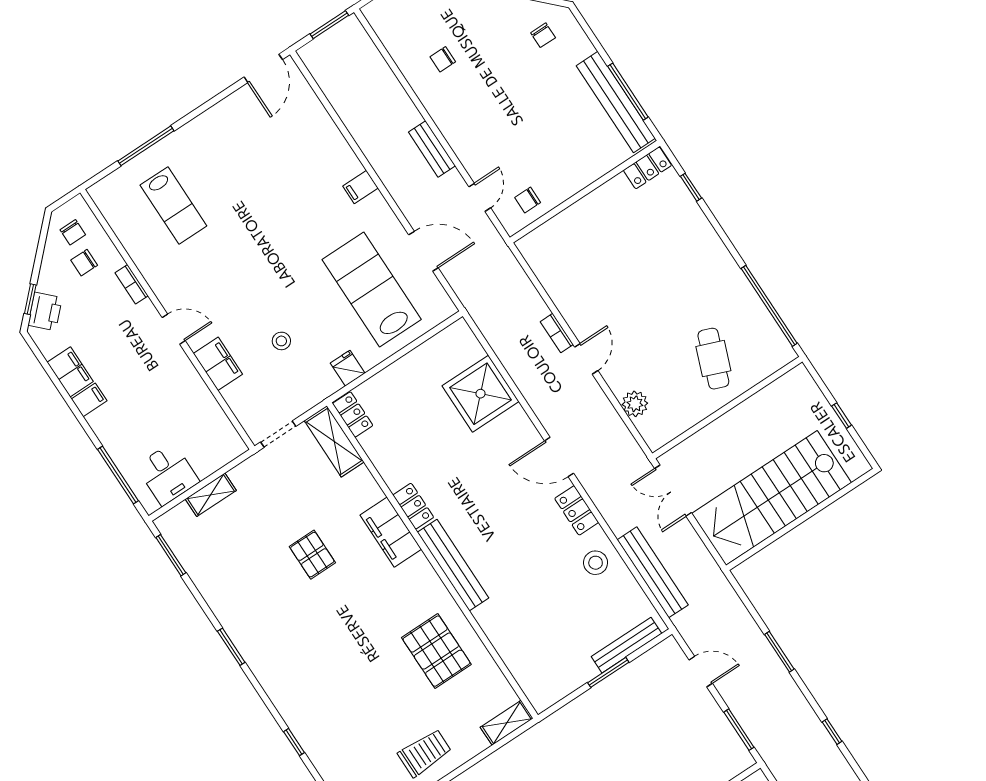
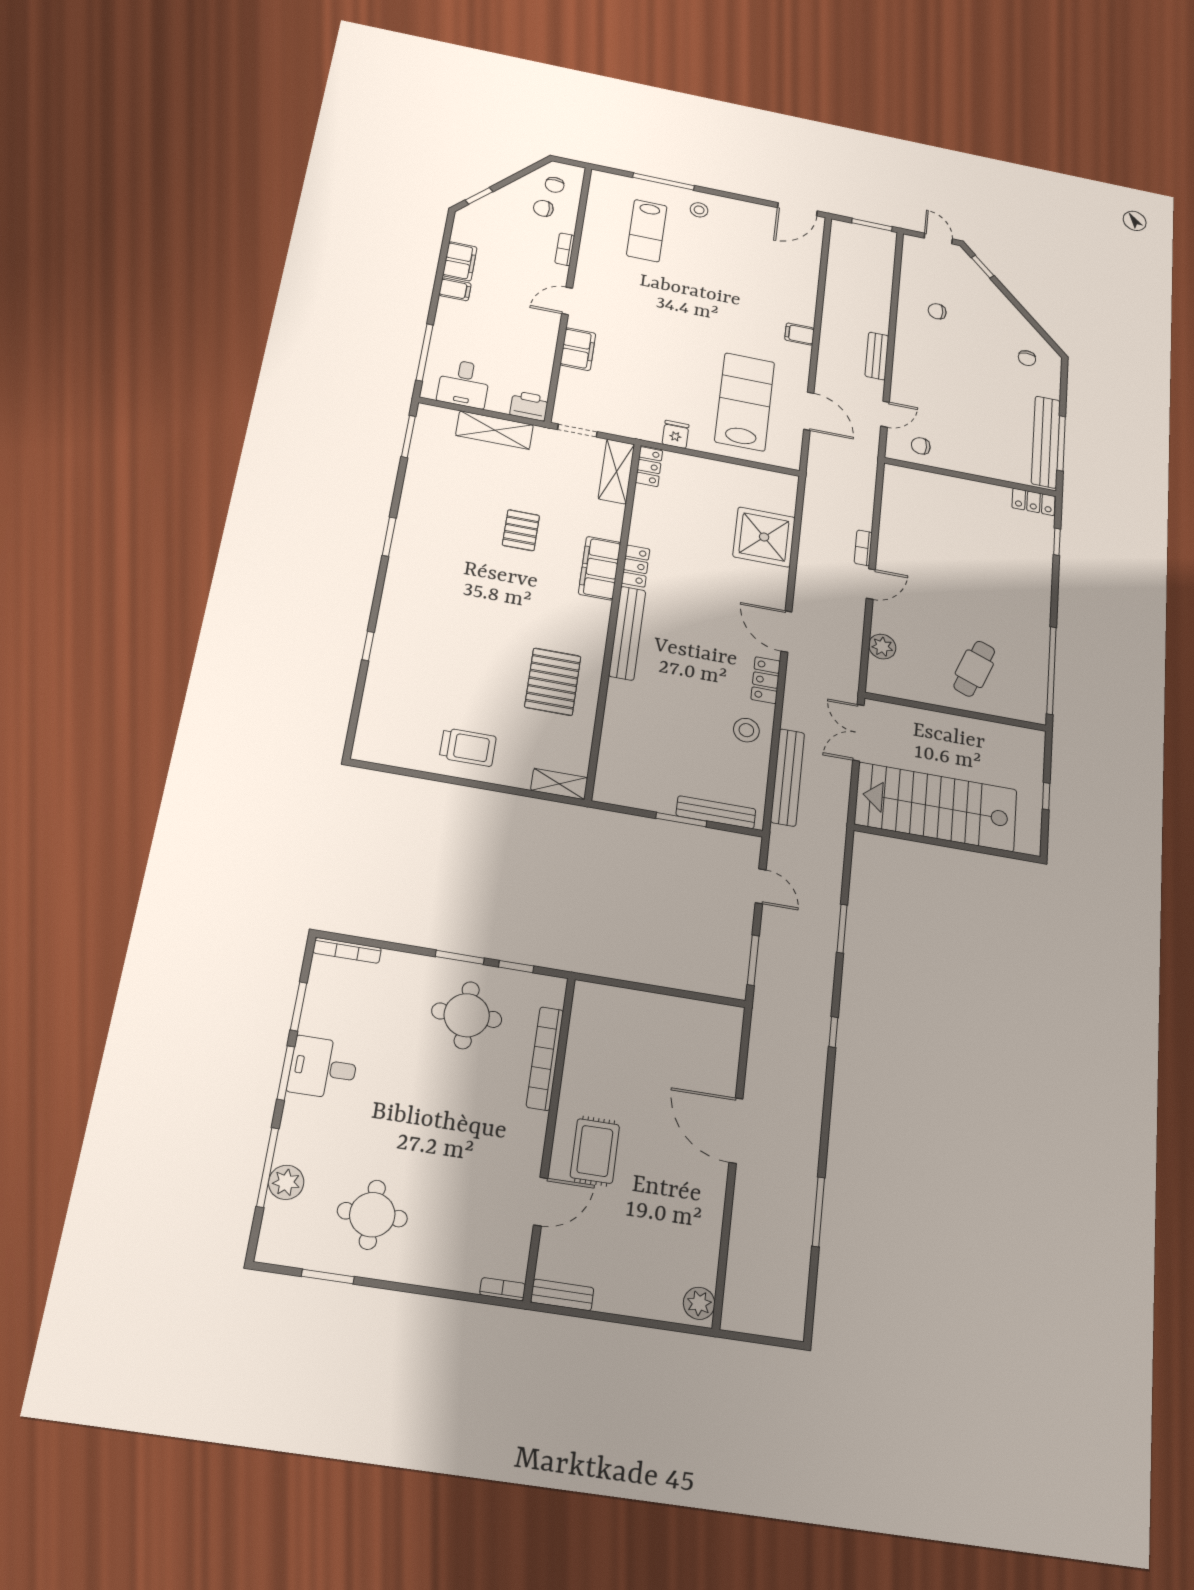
printer: (45, 311) -> (529, 406), moved, turned -135
door: (174, 329) -> (567, 301), swing flipped
stool: (281, 341) -> (699, 210), moved
shelving: (211, 495) -> (495, 430), width x1.50, depth x1.33

